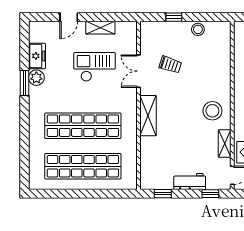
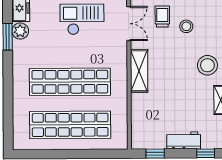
trolley: (170, 65) -> (162, 16), turned -108
double door: (139, 71) -> (129, 24), swing flipped
stool: (193, 74) -> (186, 26), added

